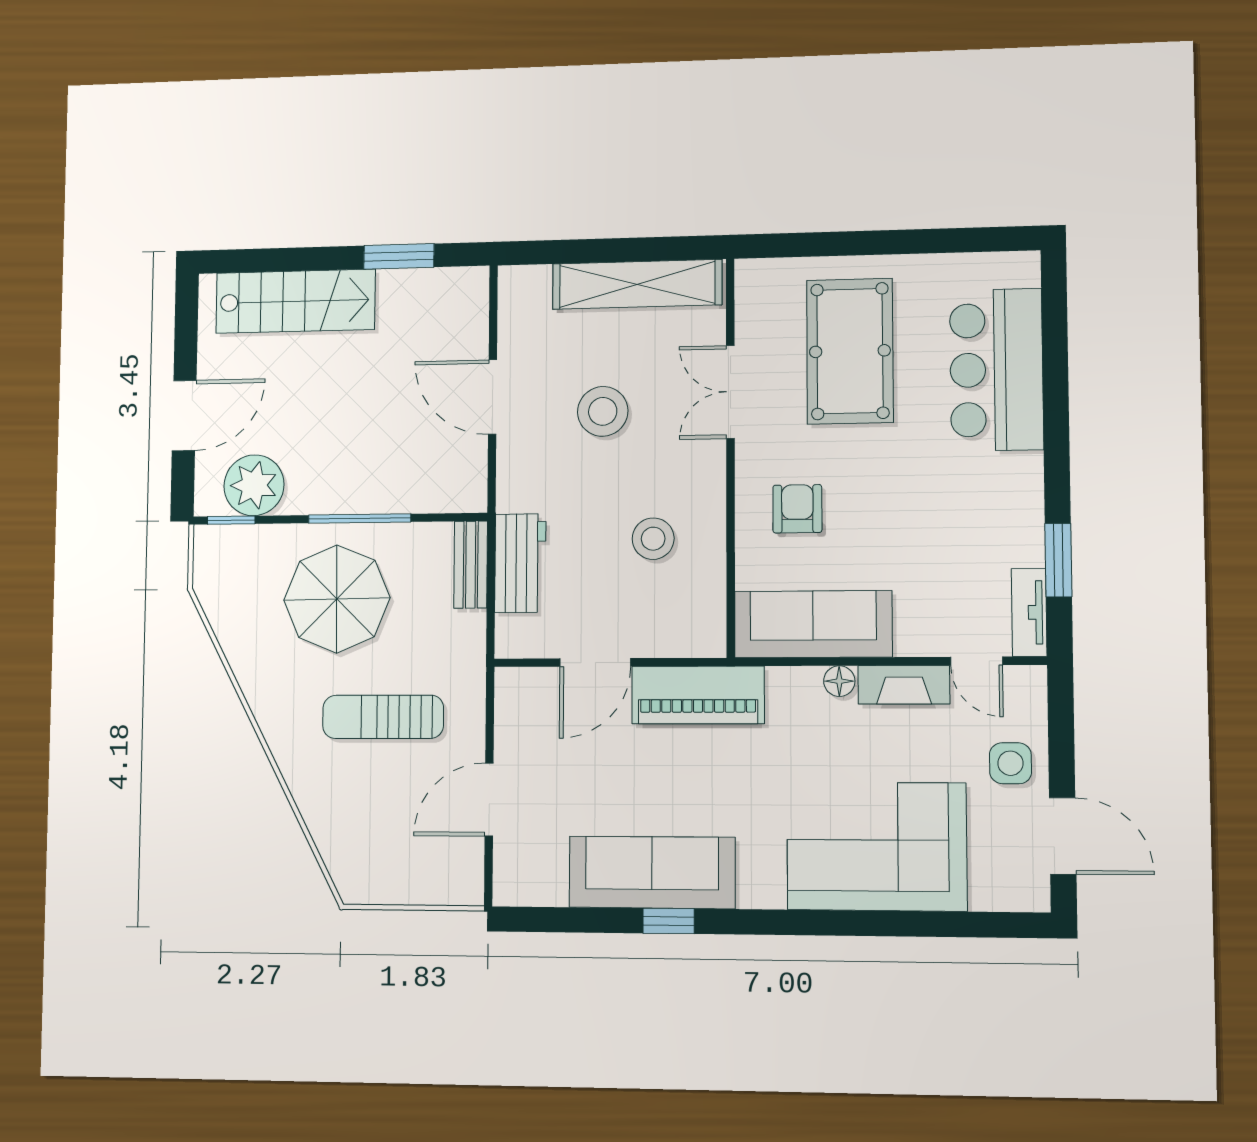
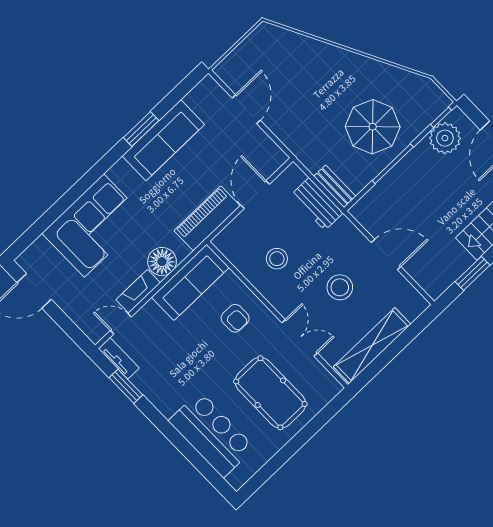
floor lamp: (839, 681) -> (162, 262), width x1.89, depth x1.89
sun lounger: (383, 717) -> (314, 101), removed
side table: (1010, 763) -> (76, 299), removed
window: (669, 921) -> (141, 129), width x1.50

